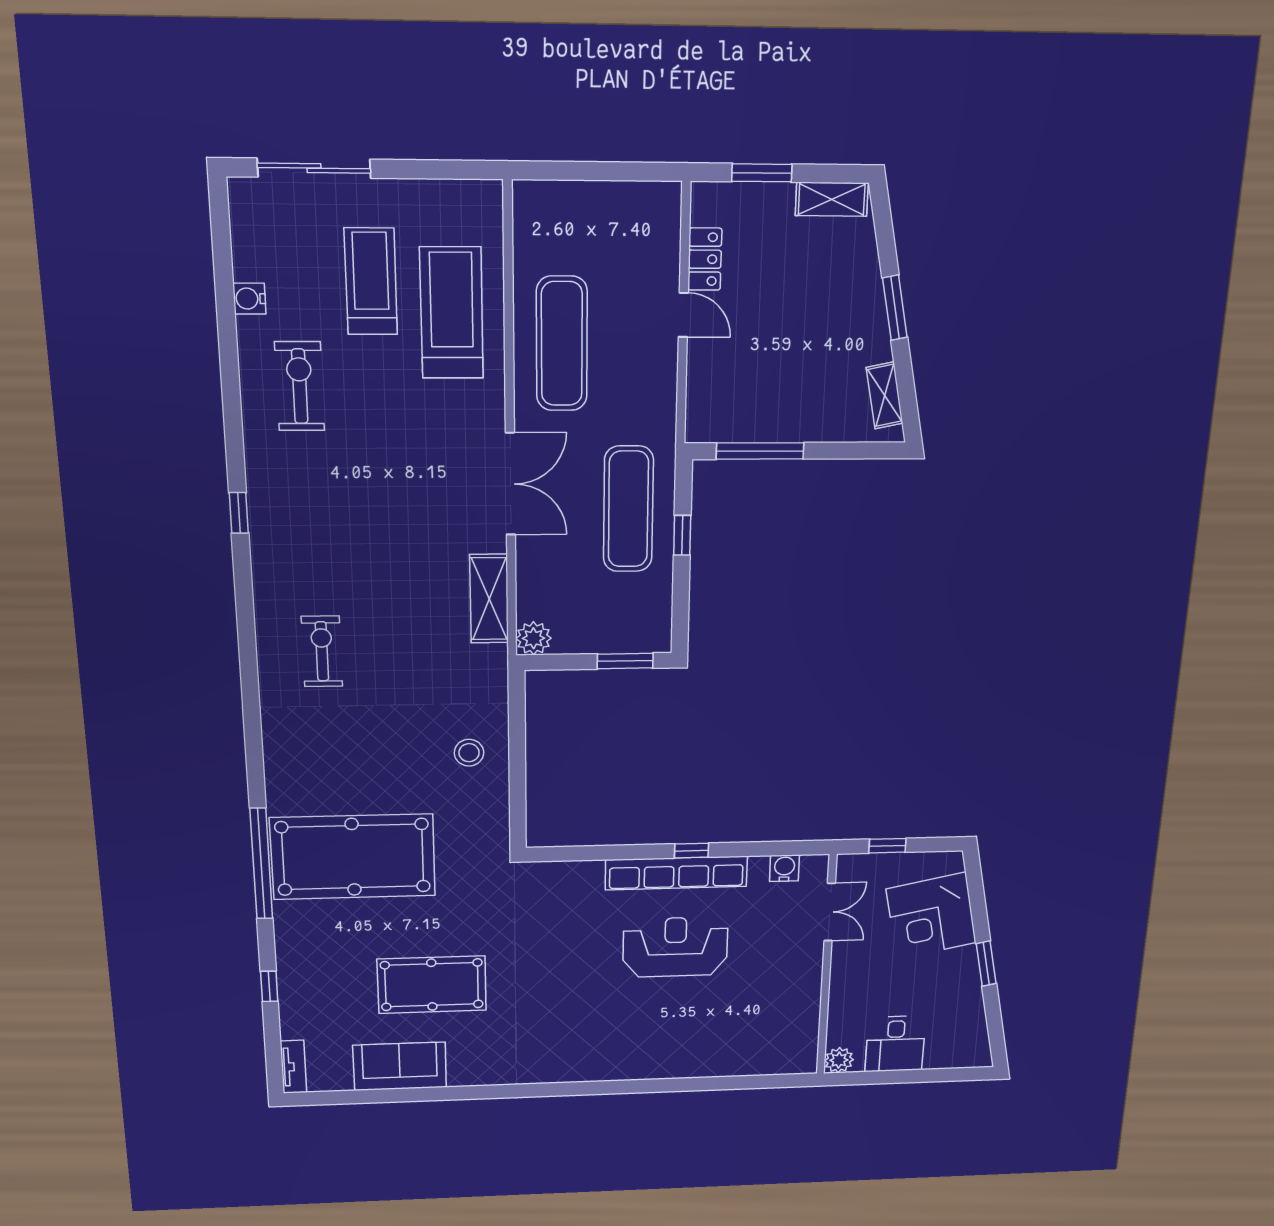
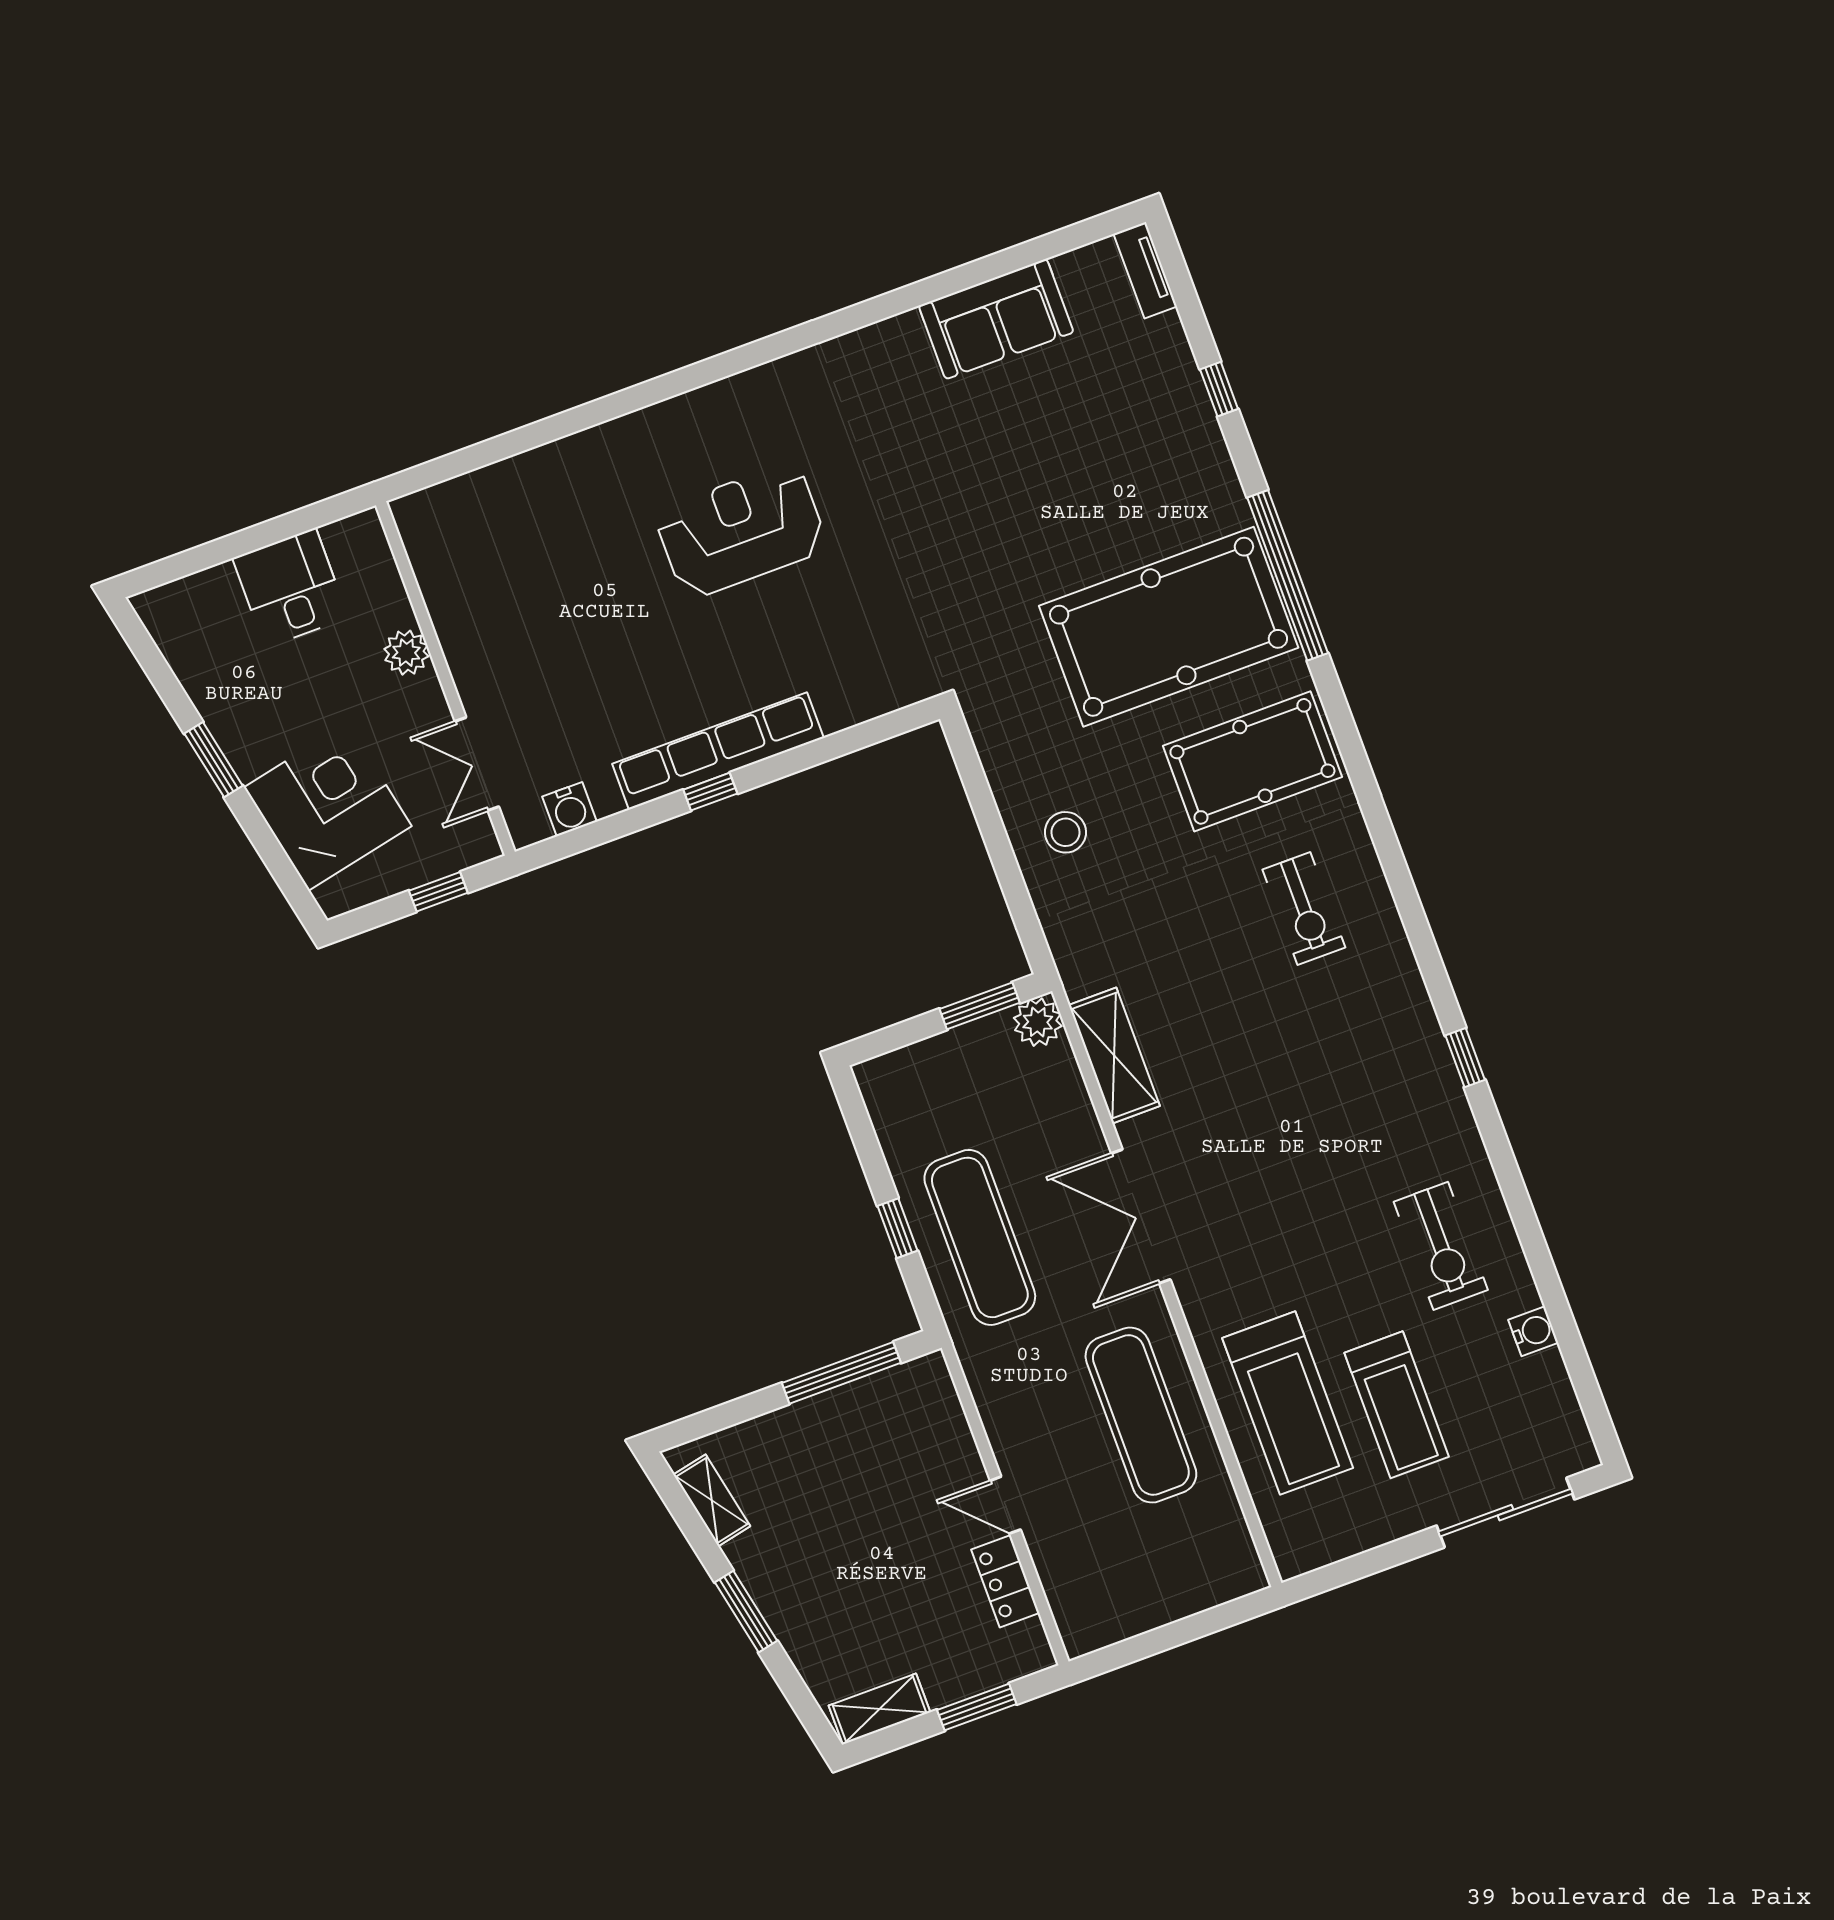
window: (625, 661) -> (980, 1006), moved
reception desk: (675, 947) -> (741, 530), moved, turned 180
pool table: (432, 985) -> (1252, 761), moved
plant: (839, 1060) -> (406, 653), moved

